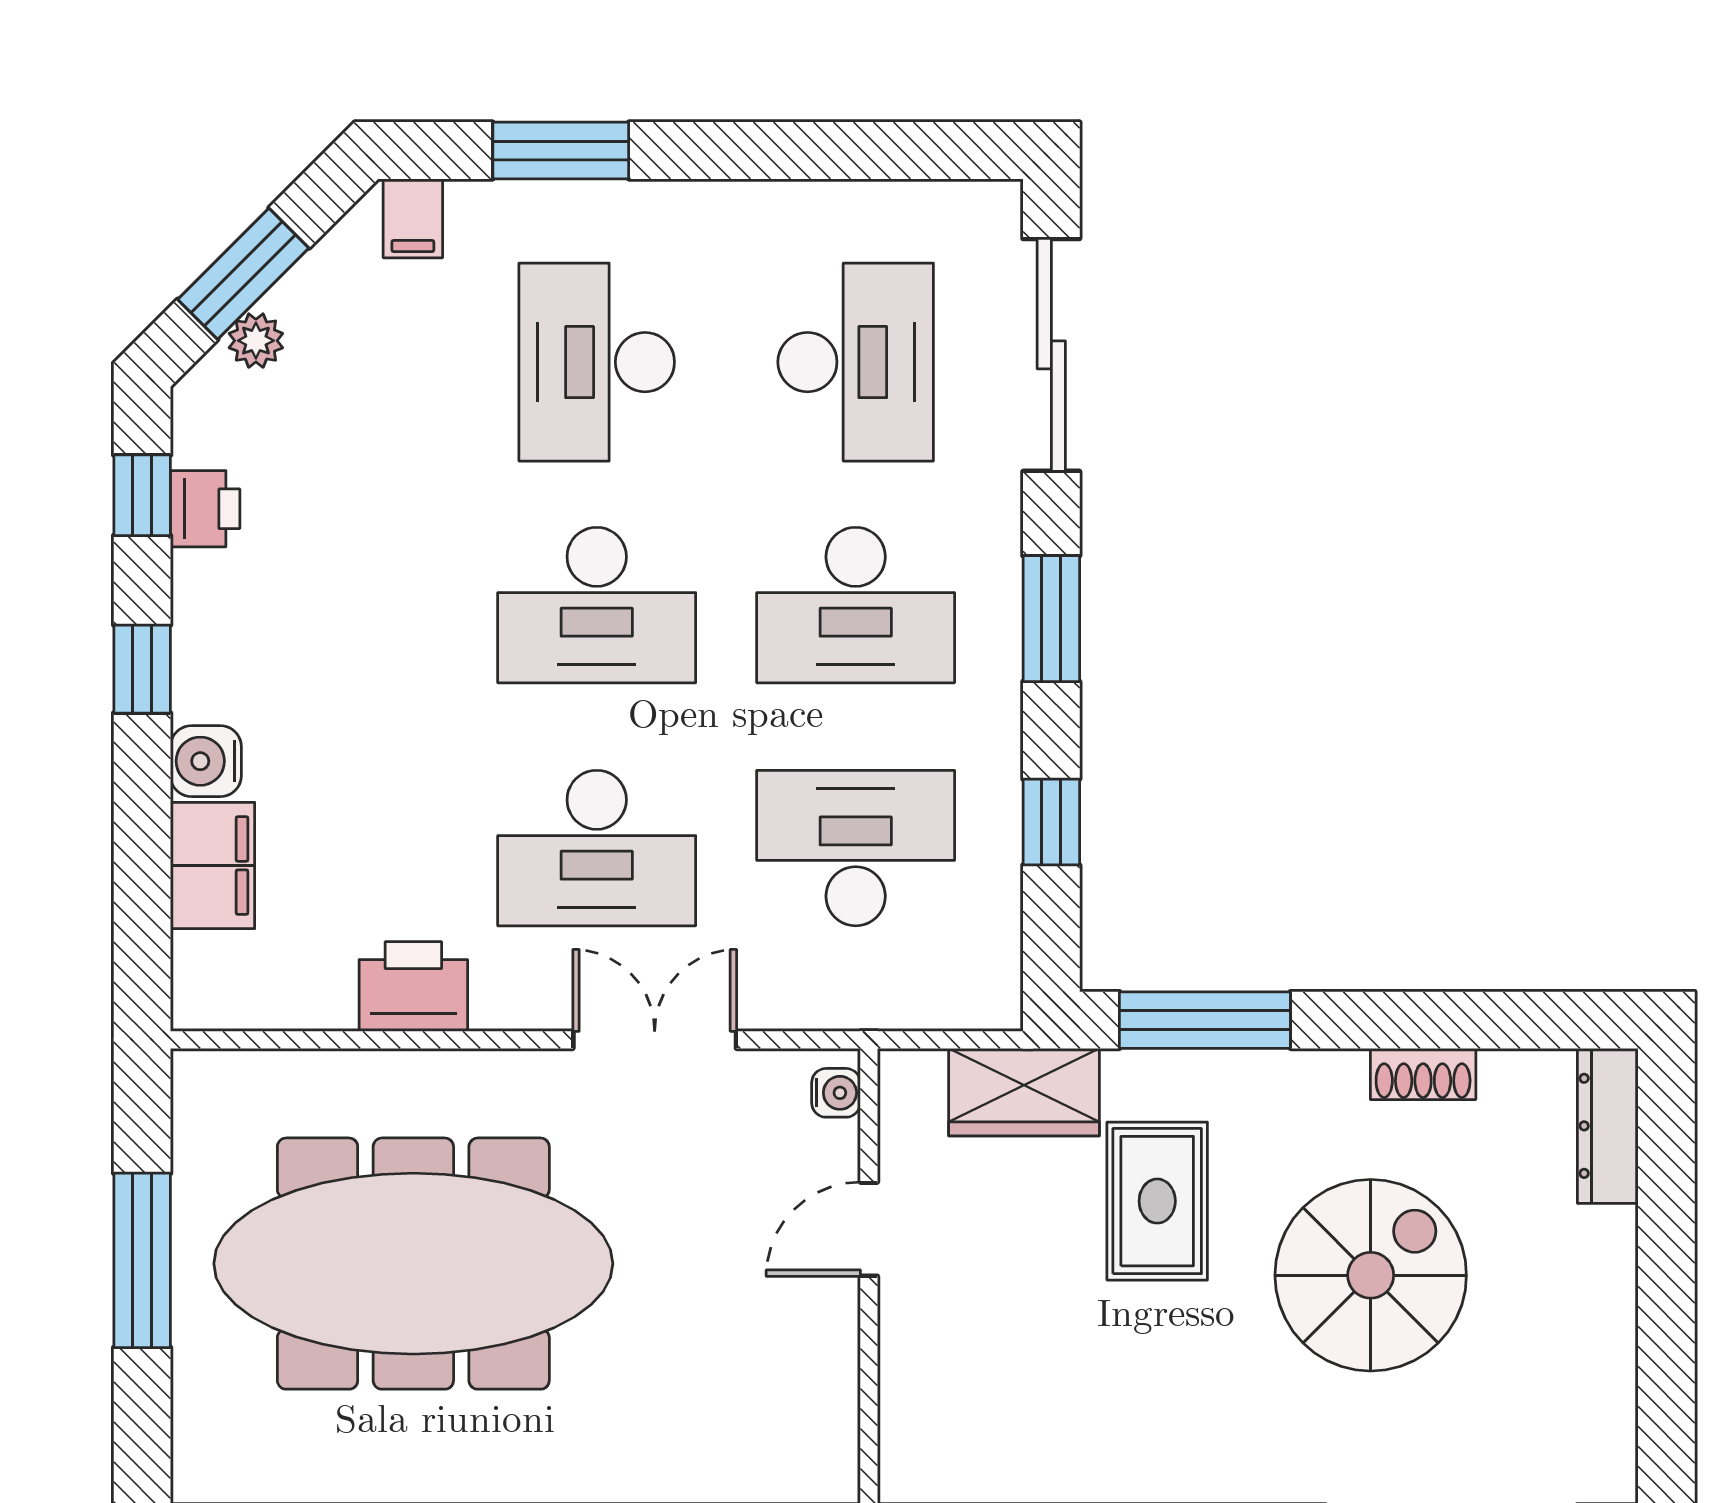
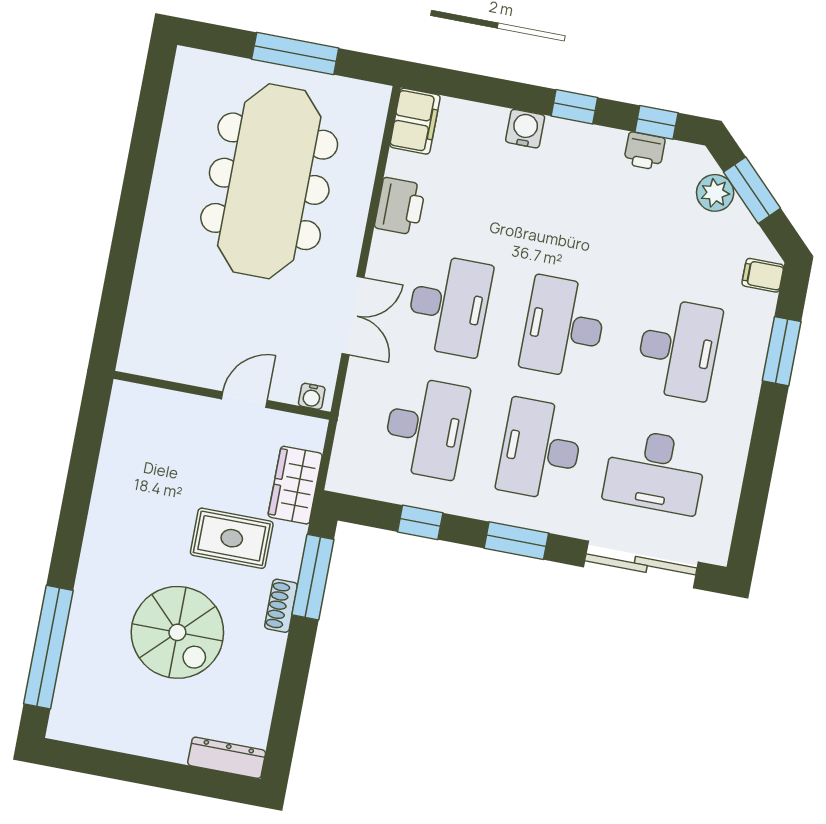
plant: (256, 341) -> (715, 193), width x1.38, depth x1.38
desk: (597, 362) -> (678, 349), turned 90
desk: (597, 848) -> (449, 305), turned 180
filing cabinet: (213, 866) -> (415, 121), moved, turned -90
shoe rack: (1423, 1074) -> (281, 606), moved
door: (869, 1229) -> (244, 400), hinge flipped

